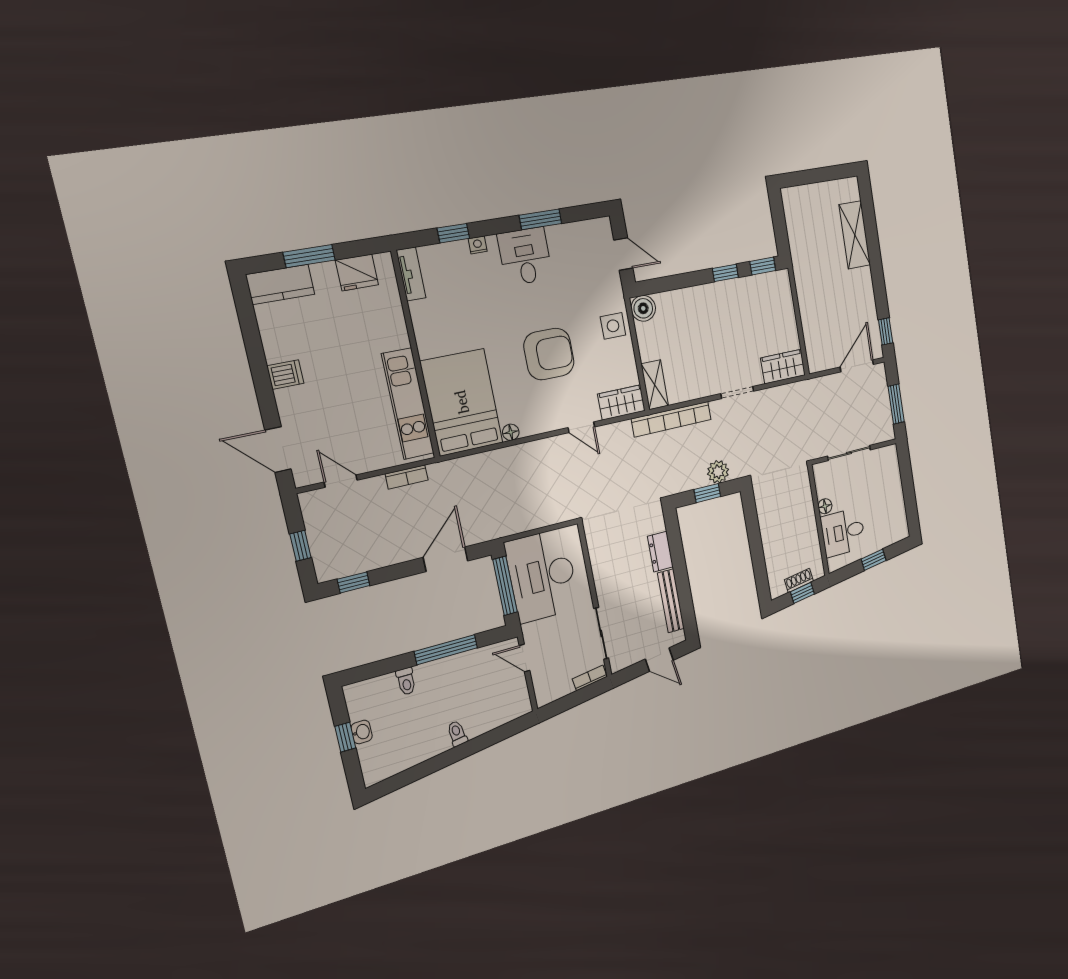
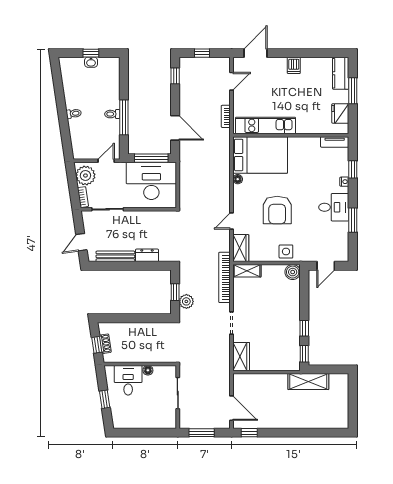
shelving: (855, 235) -> (308, 382), moved
toilet: (406, 681) -> (112, 114), moved
plant: (555, 684) -> (85, 176), added

